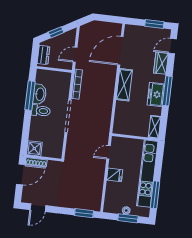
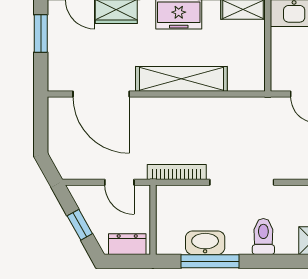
shelving: (124, 85) -> (181, 79), width x1.47
toilet: (41, 111) -> (263, 237), moved

